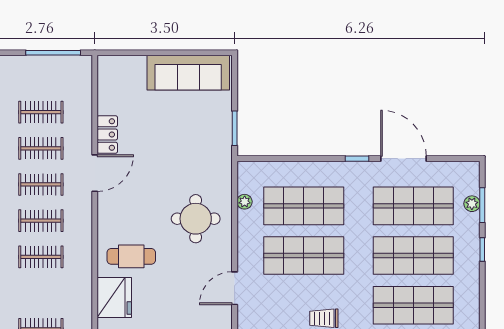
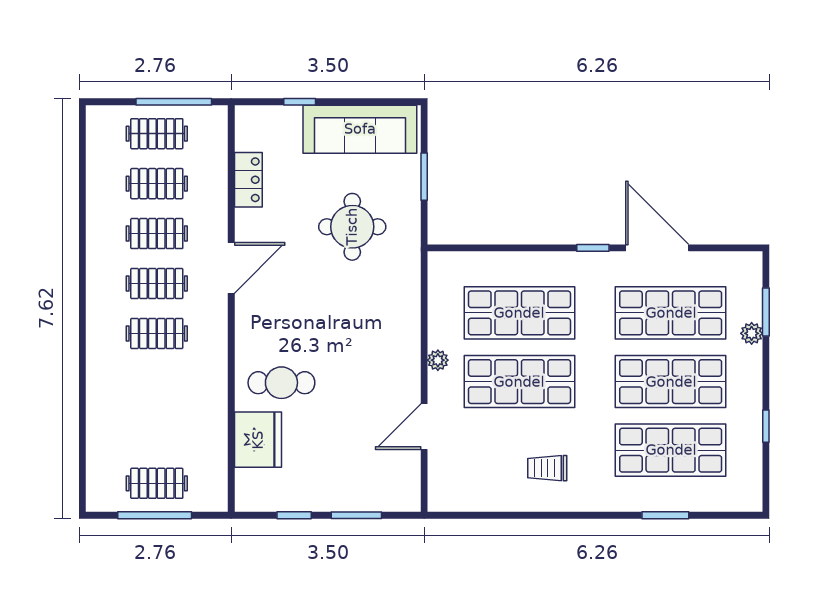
window: (144, 53) -> (300, 102), added
window: (235, 128) -> (424, 177), moved
locker: (107, 135) -> (248, 180), moved
plant: (245, 202) -> (438, 360), moved
plant: (472, 204) -> (752, 333), moved
round table: (196, 219) -> (352, 227), moved
window: (482, 250) -> (766, 426), moved
clothes rail: (41, 257) -> (157, 134), moved

